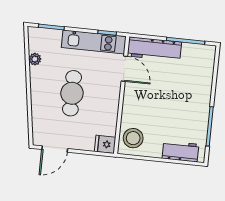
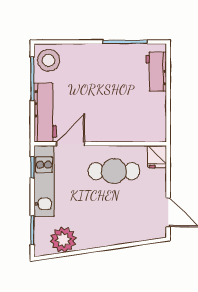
plant: (35, 59) -> (63, 240), width x1.88, depth x1.88
cafe table: (72, 93) -> (114, 171), moved
stool: (133, 138) -> (49, 60), moved

